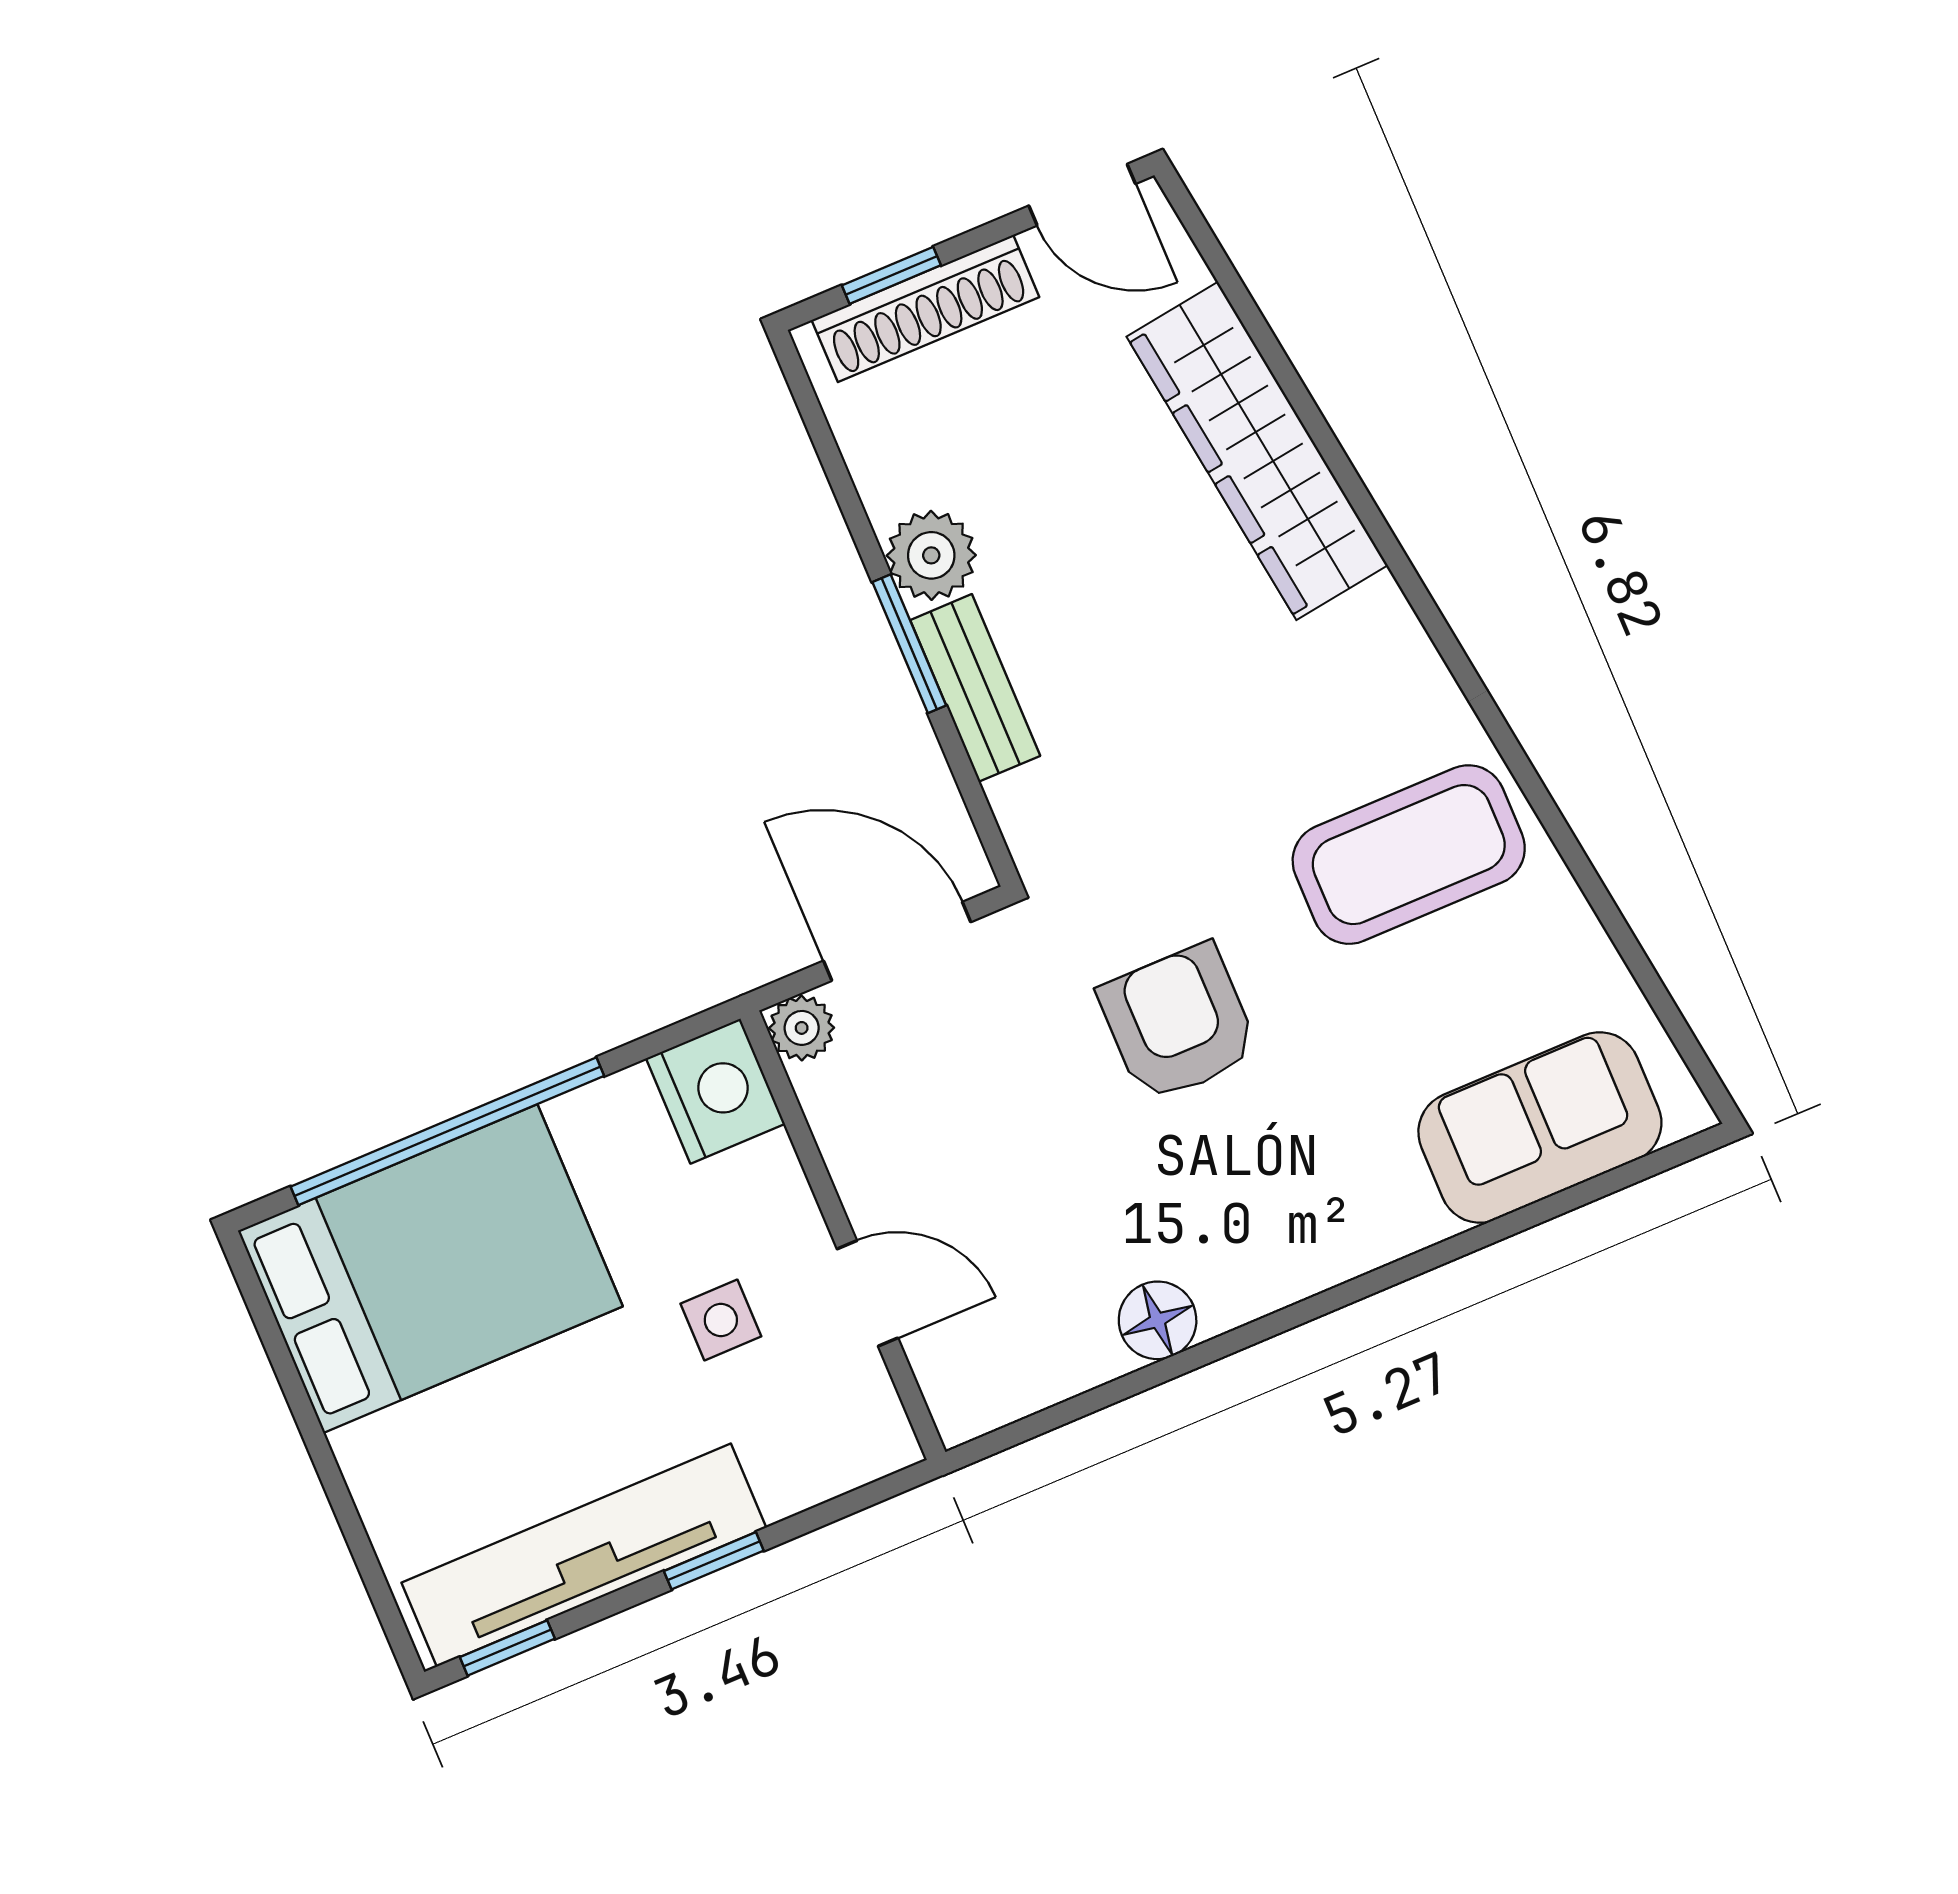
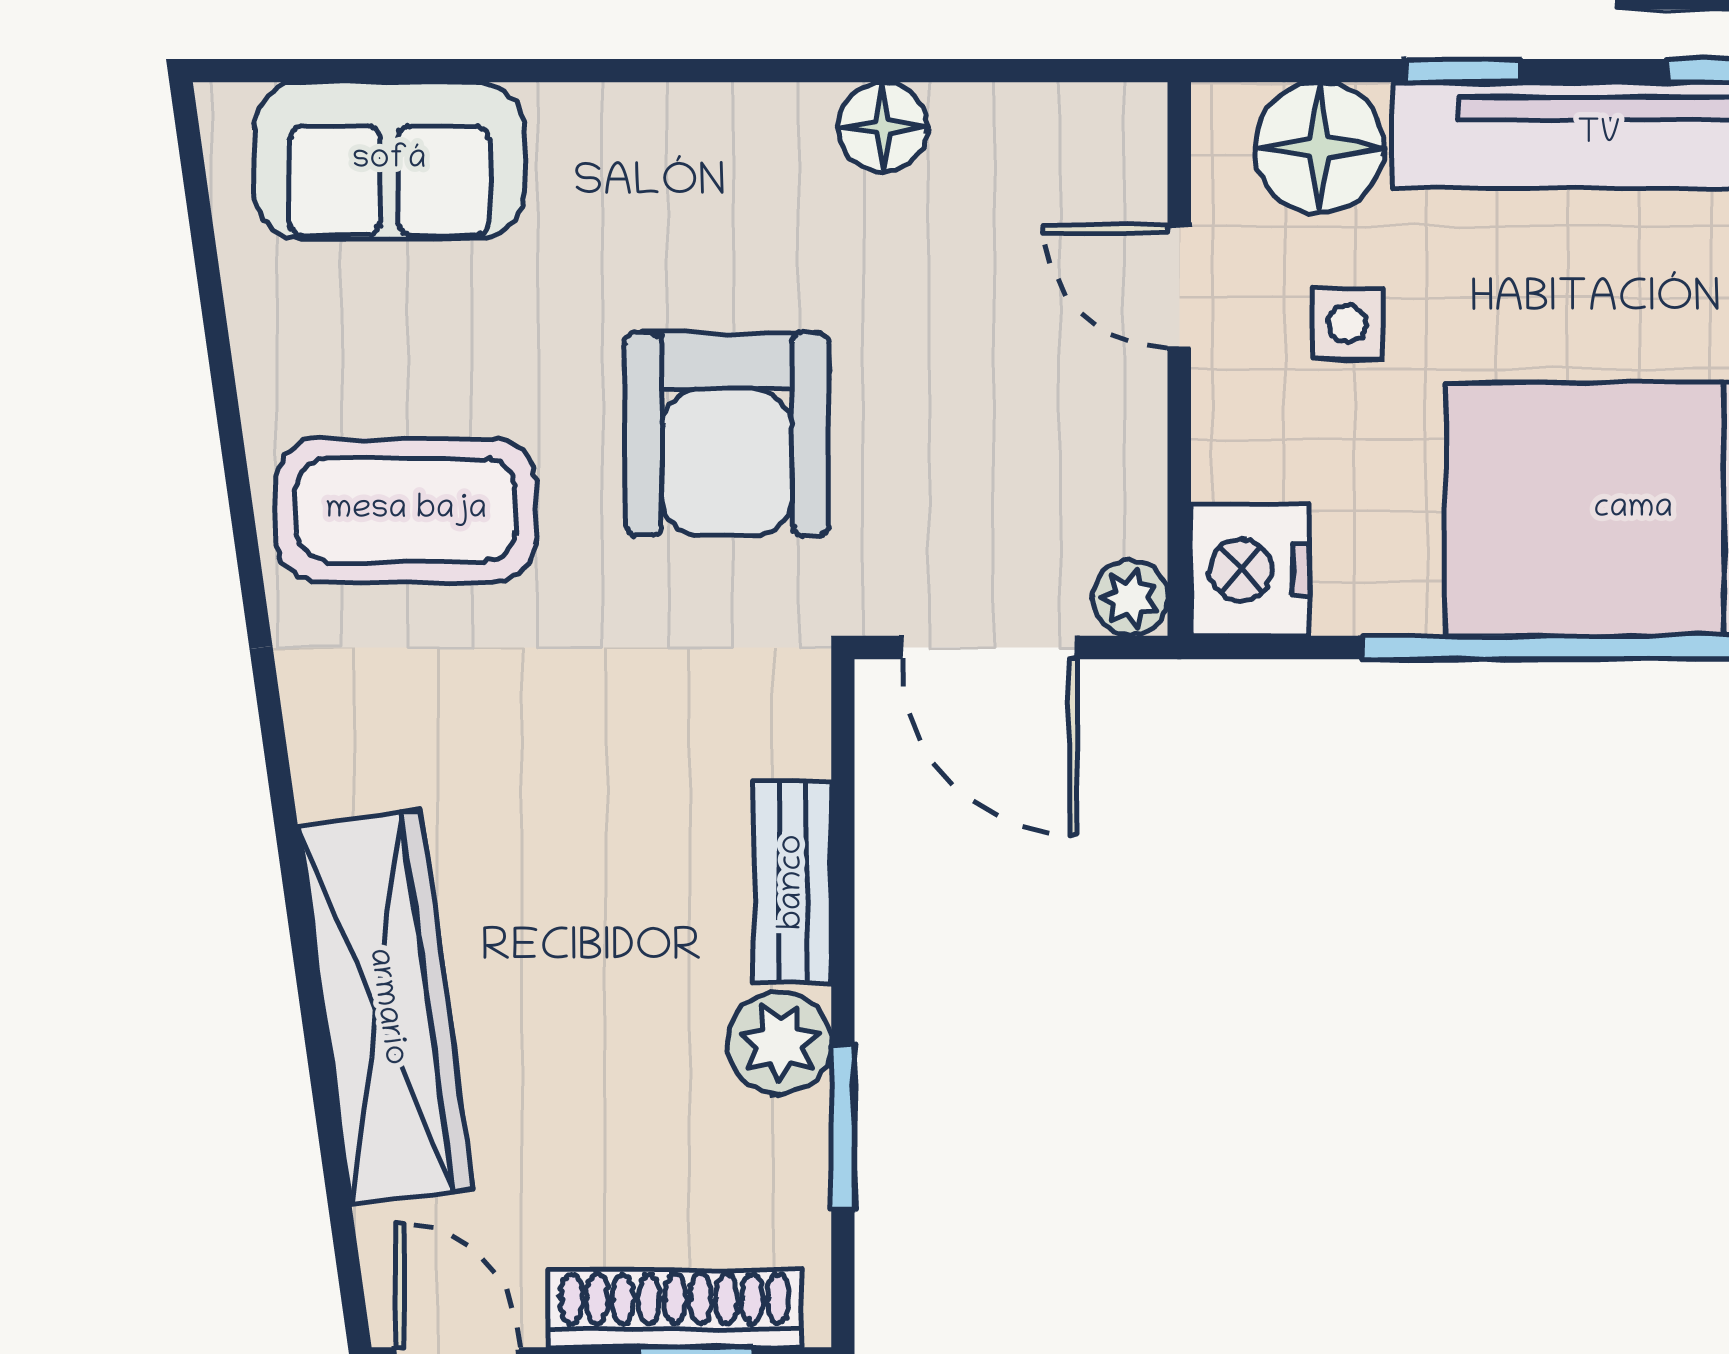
window: (909, 644) -> (843, 1126), moved
armchair: (1178, 1023) -> (727, 434), width x1.36, depth x1.36
floor lamp: (803, 1451) -> (1319, 147), added

